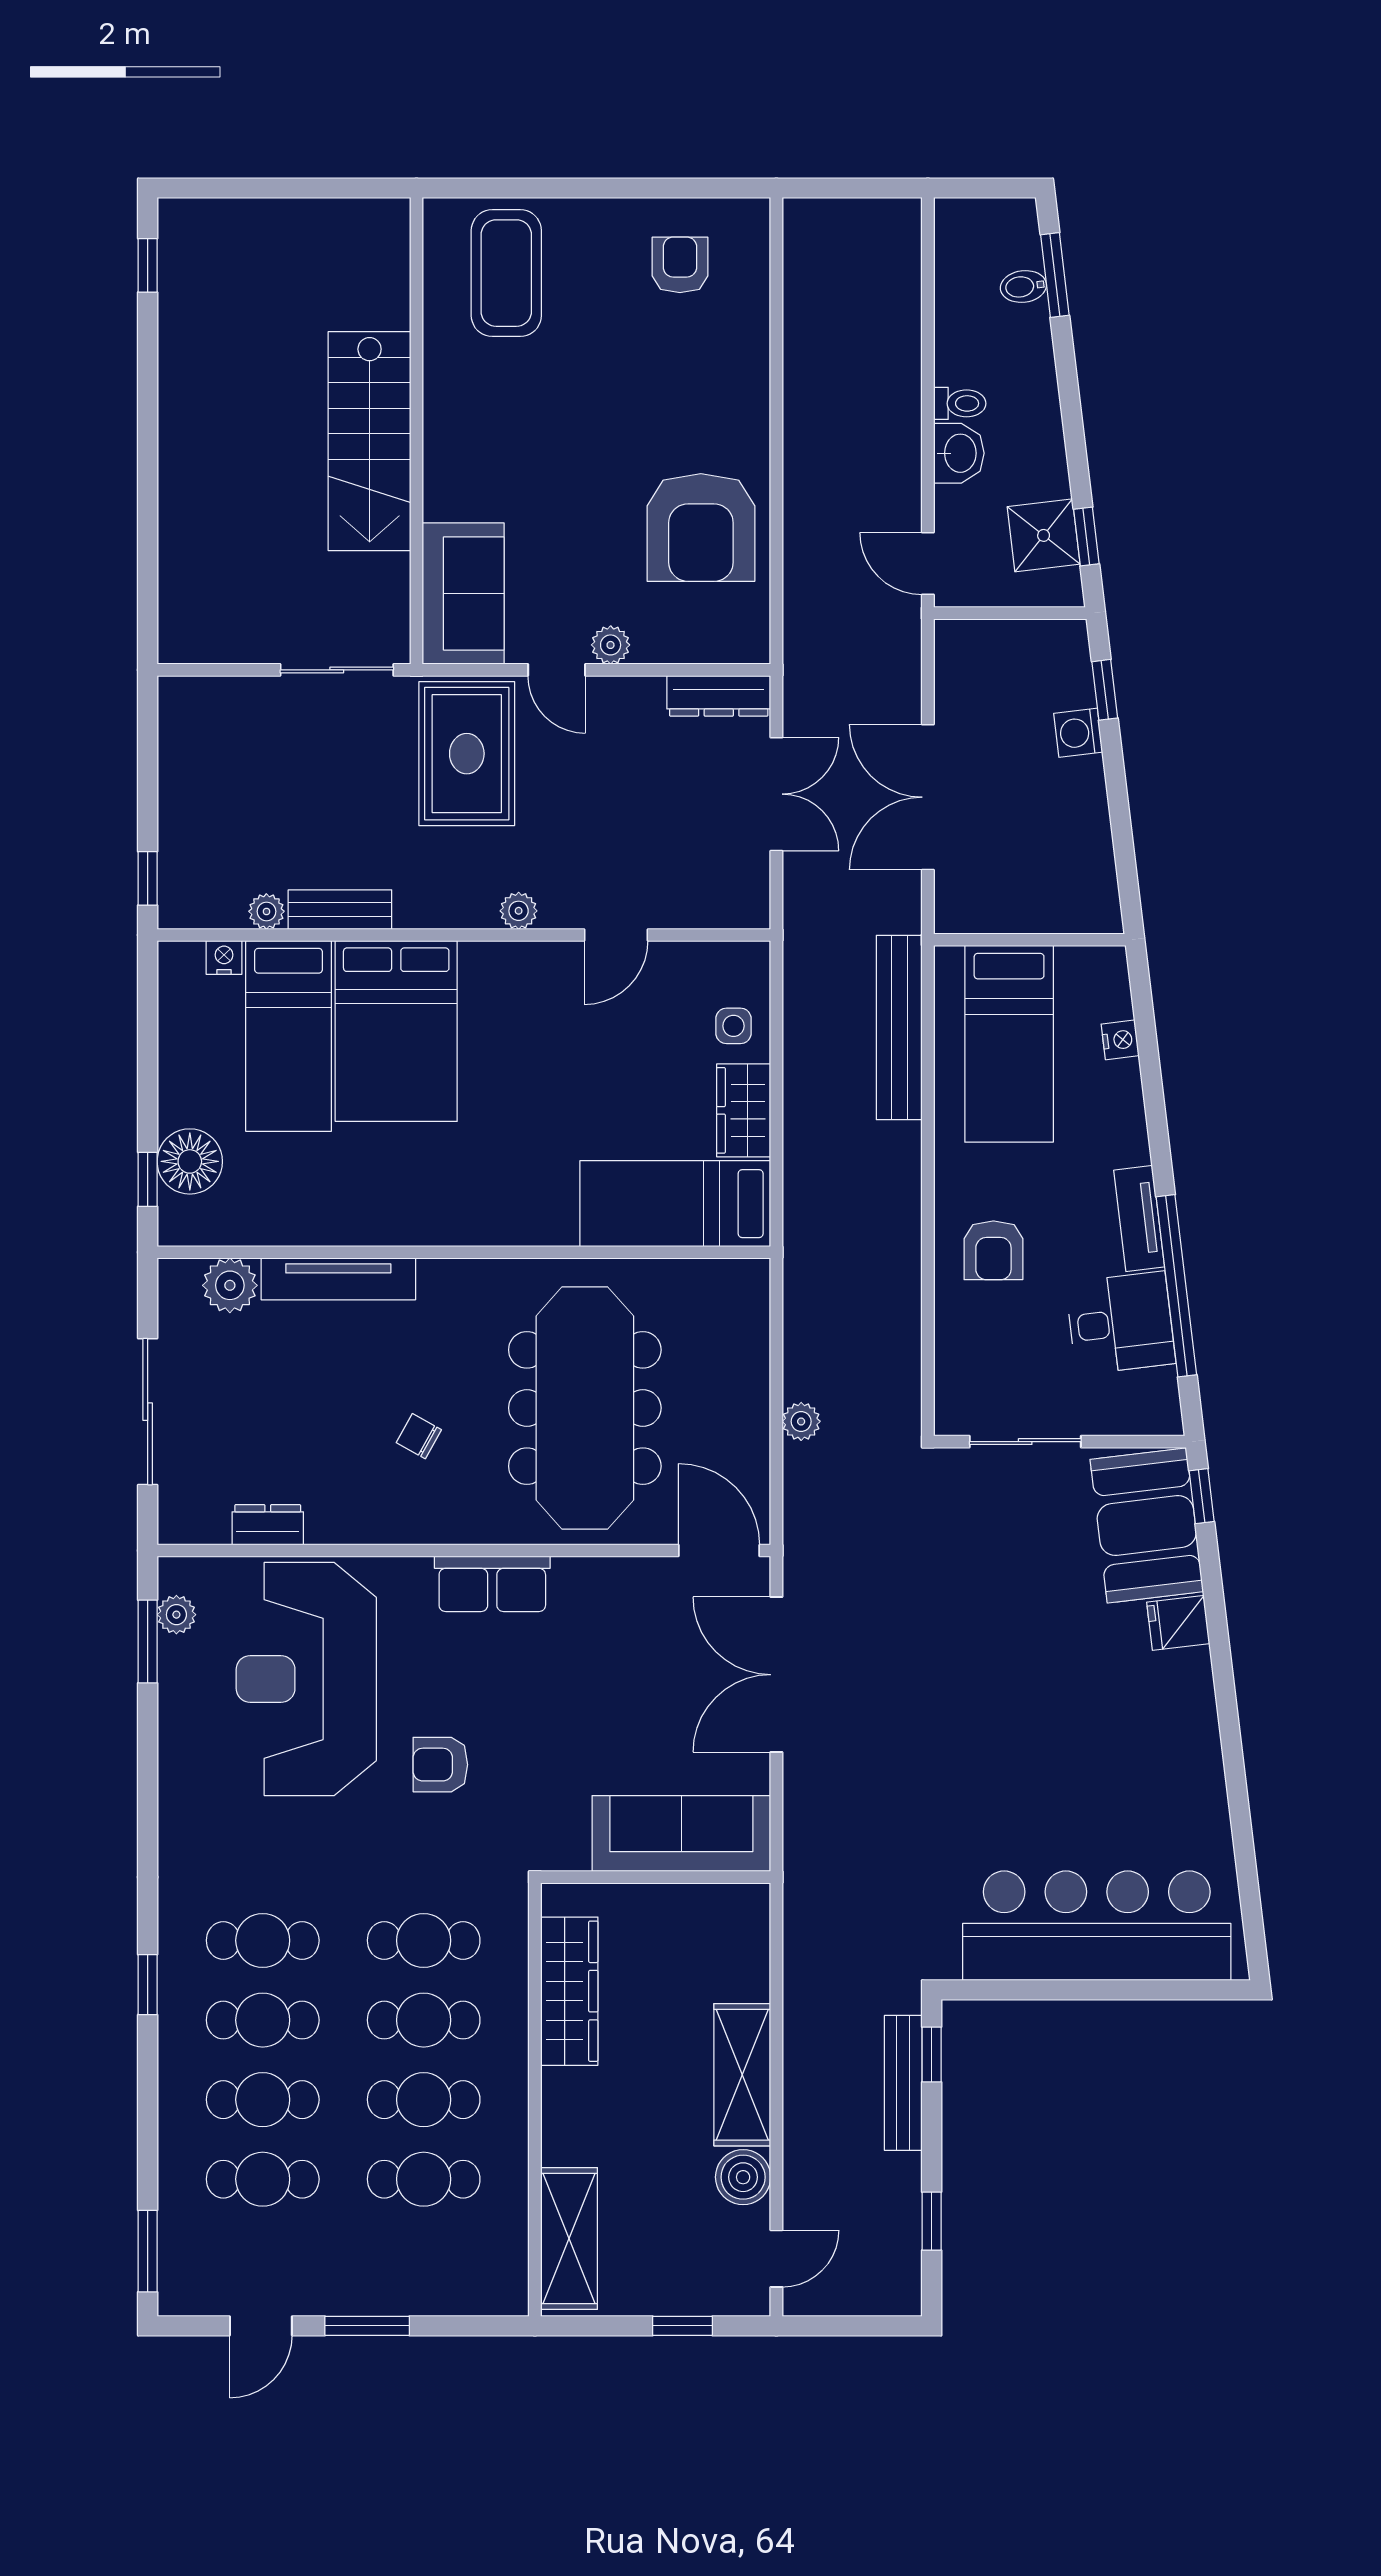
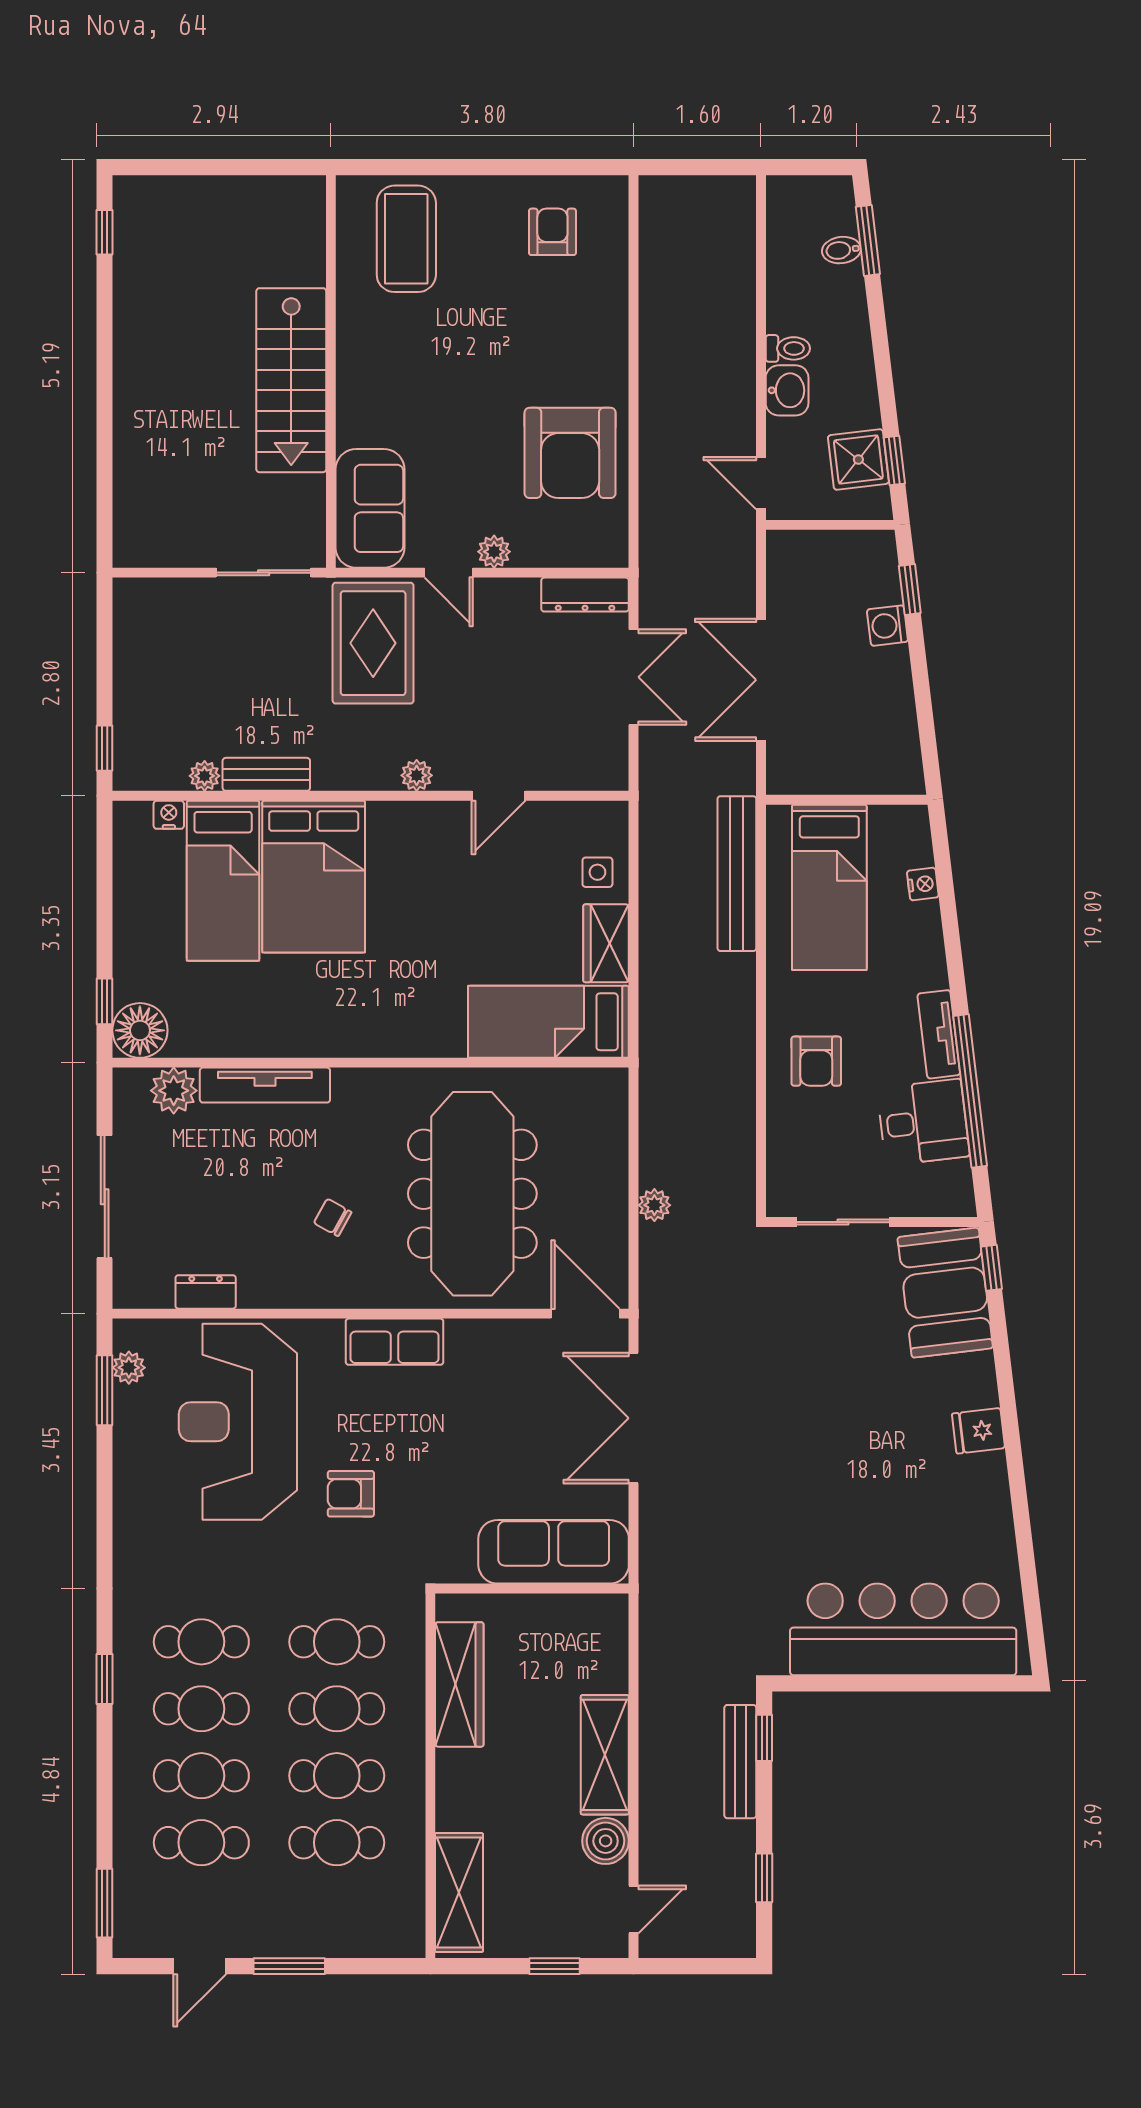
floor lamp: (190, 1161) -> (140, 1030), moved
fridge: (1178, 1623) -> (978, 1431), moved

